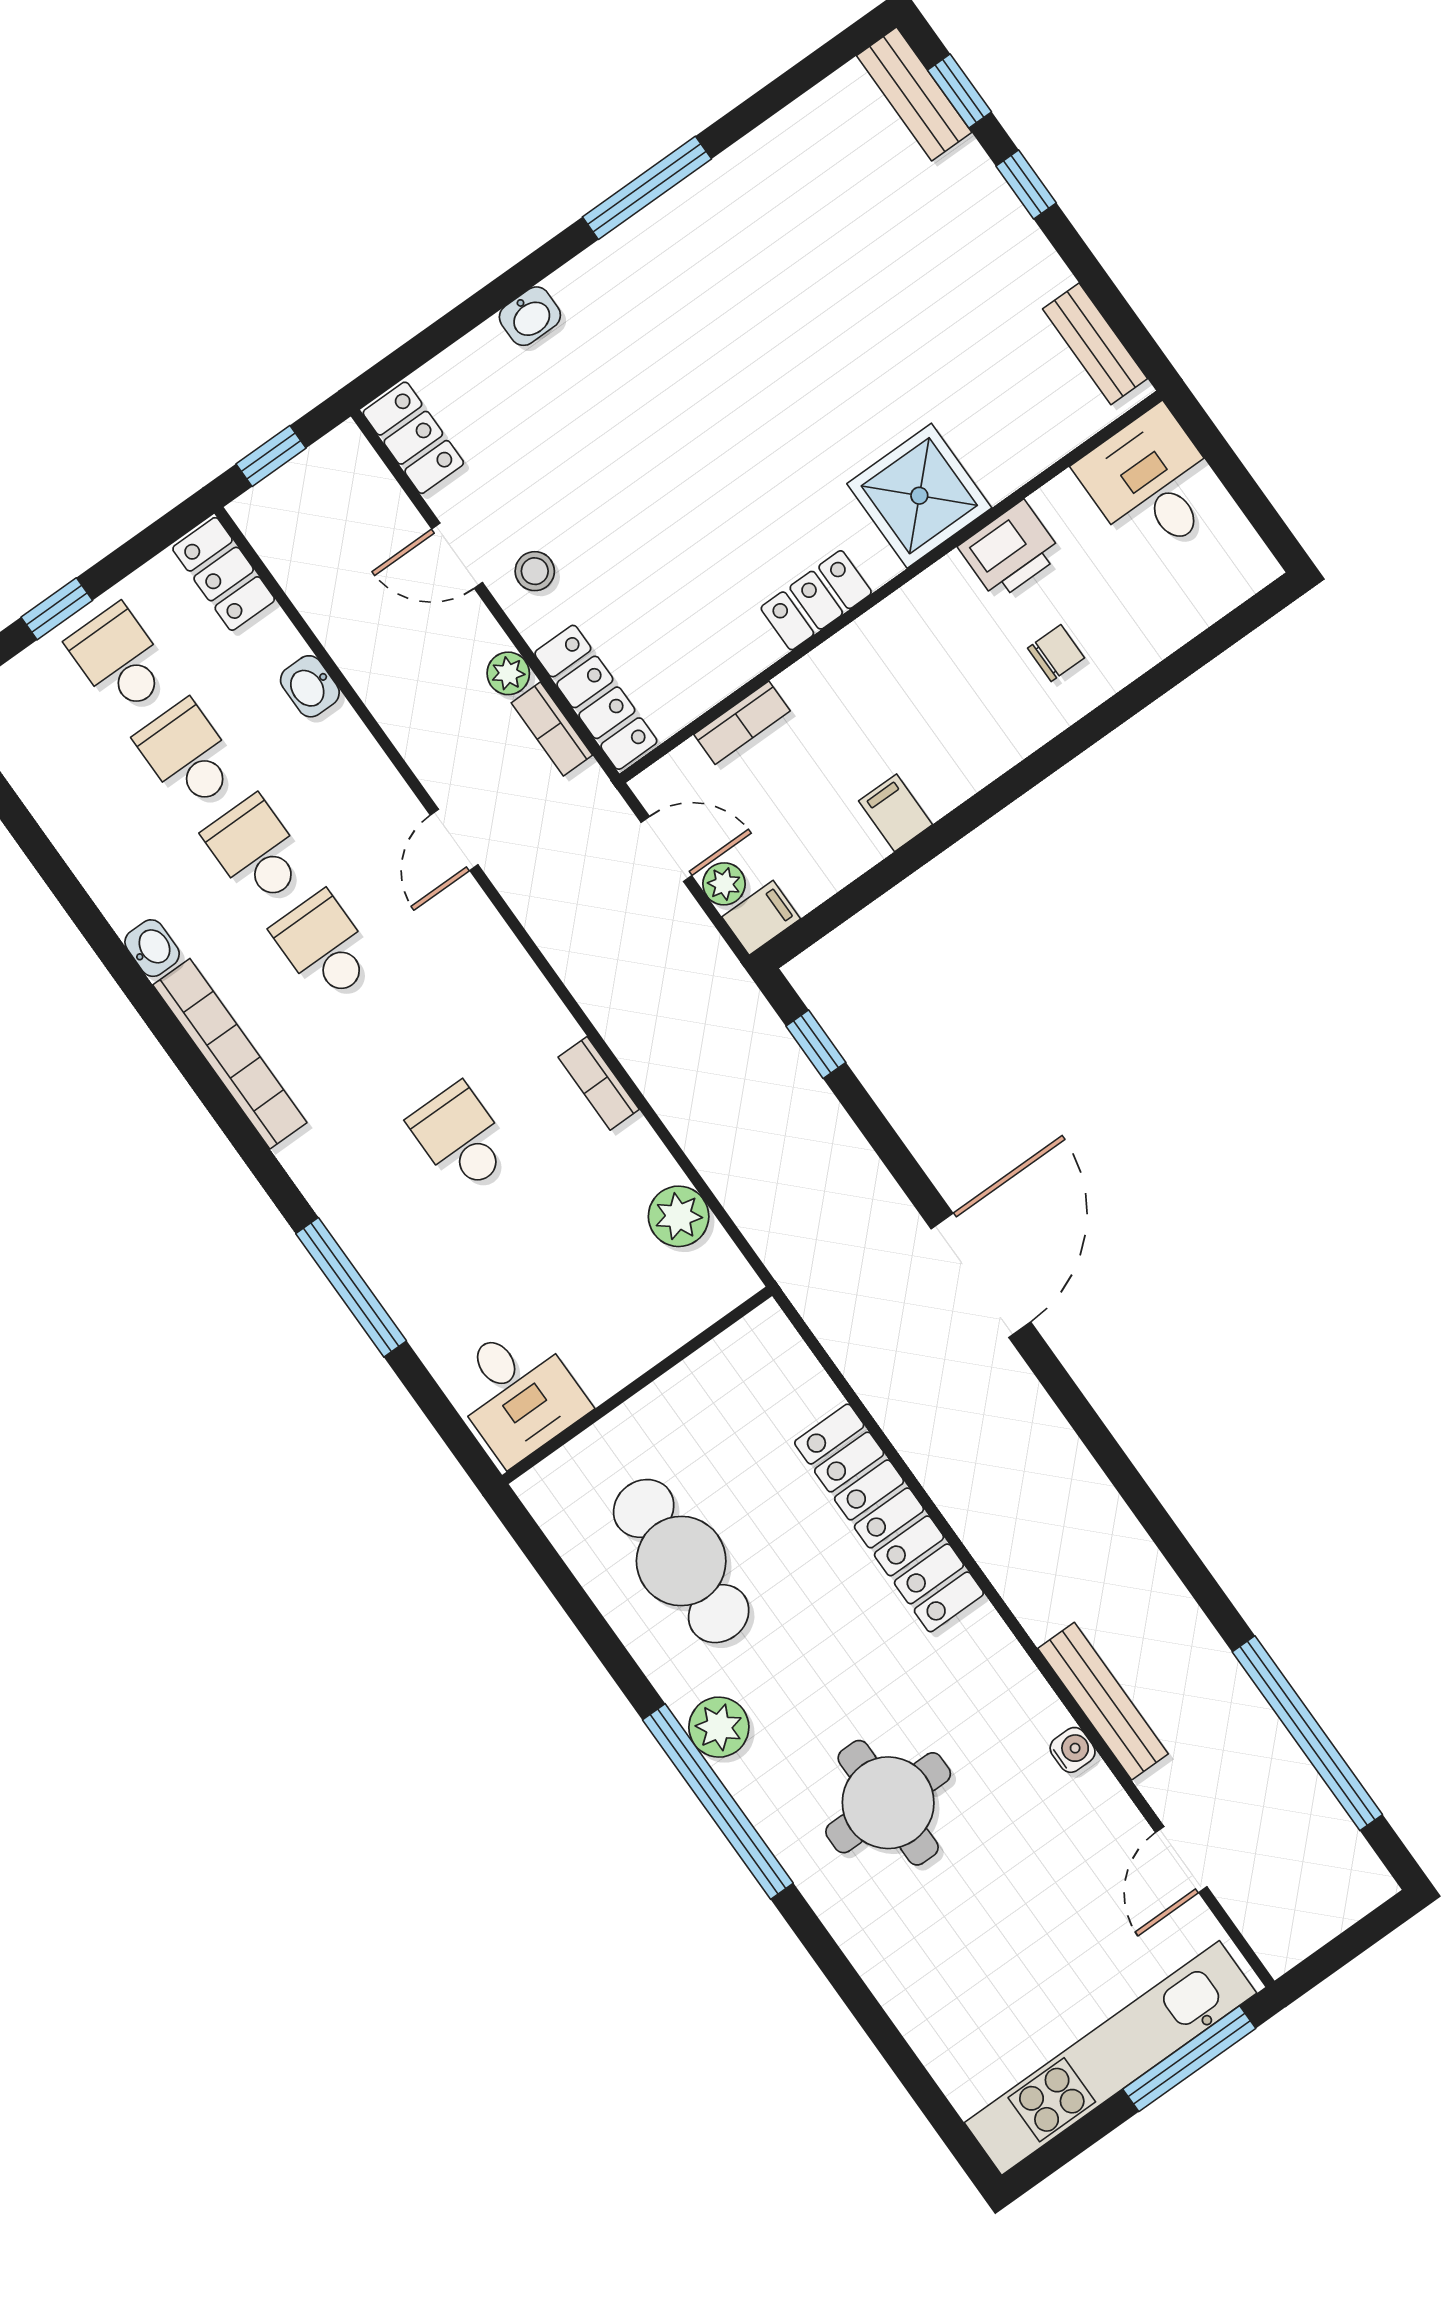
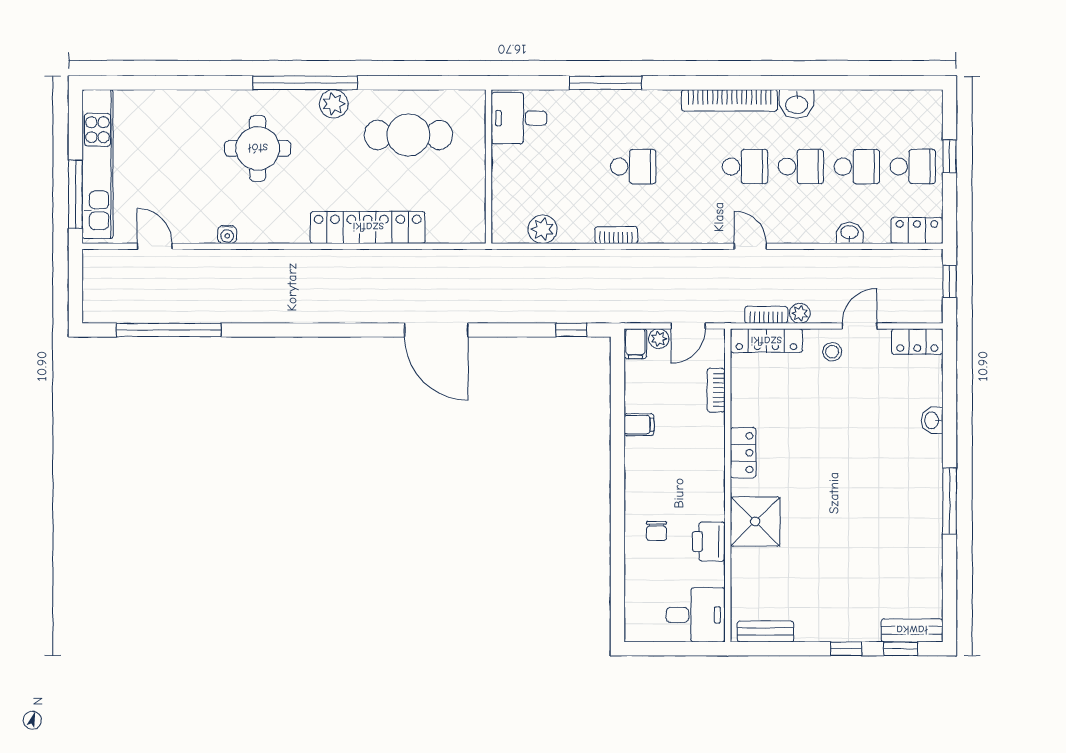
washbasin: (152, 948) -> (797, 104), width x1.38, depth x1.45
bench: (1103, 1701) -> (238, 260), removed

